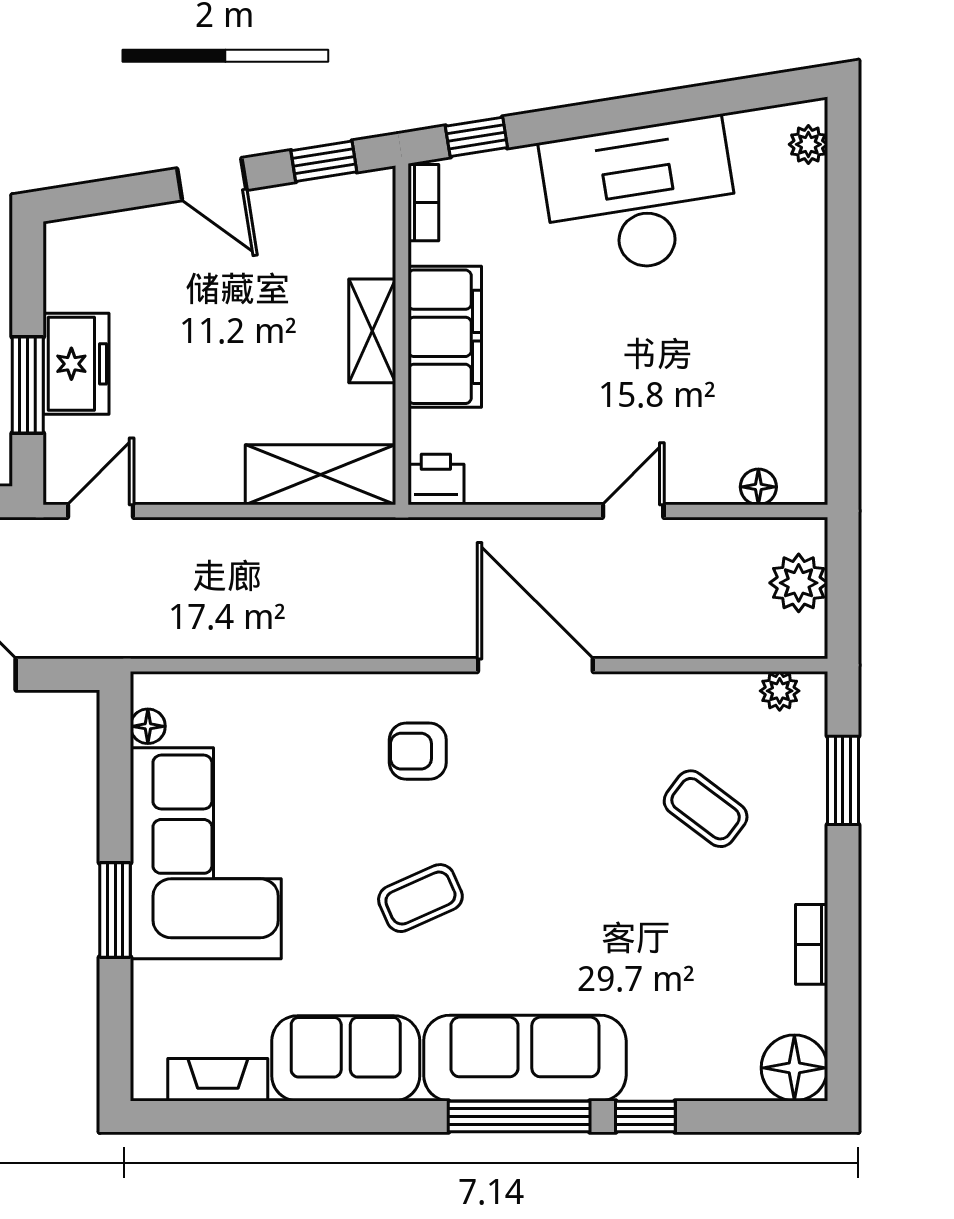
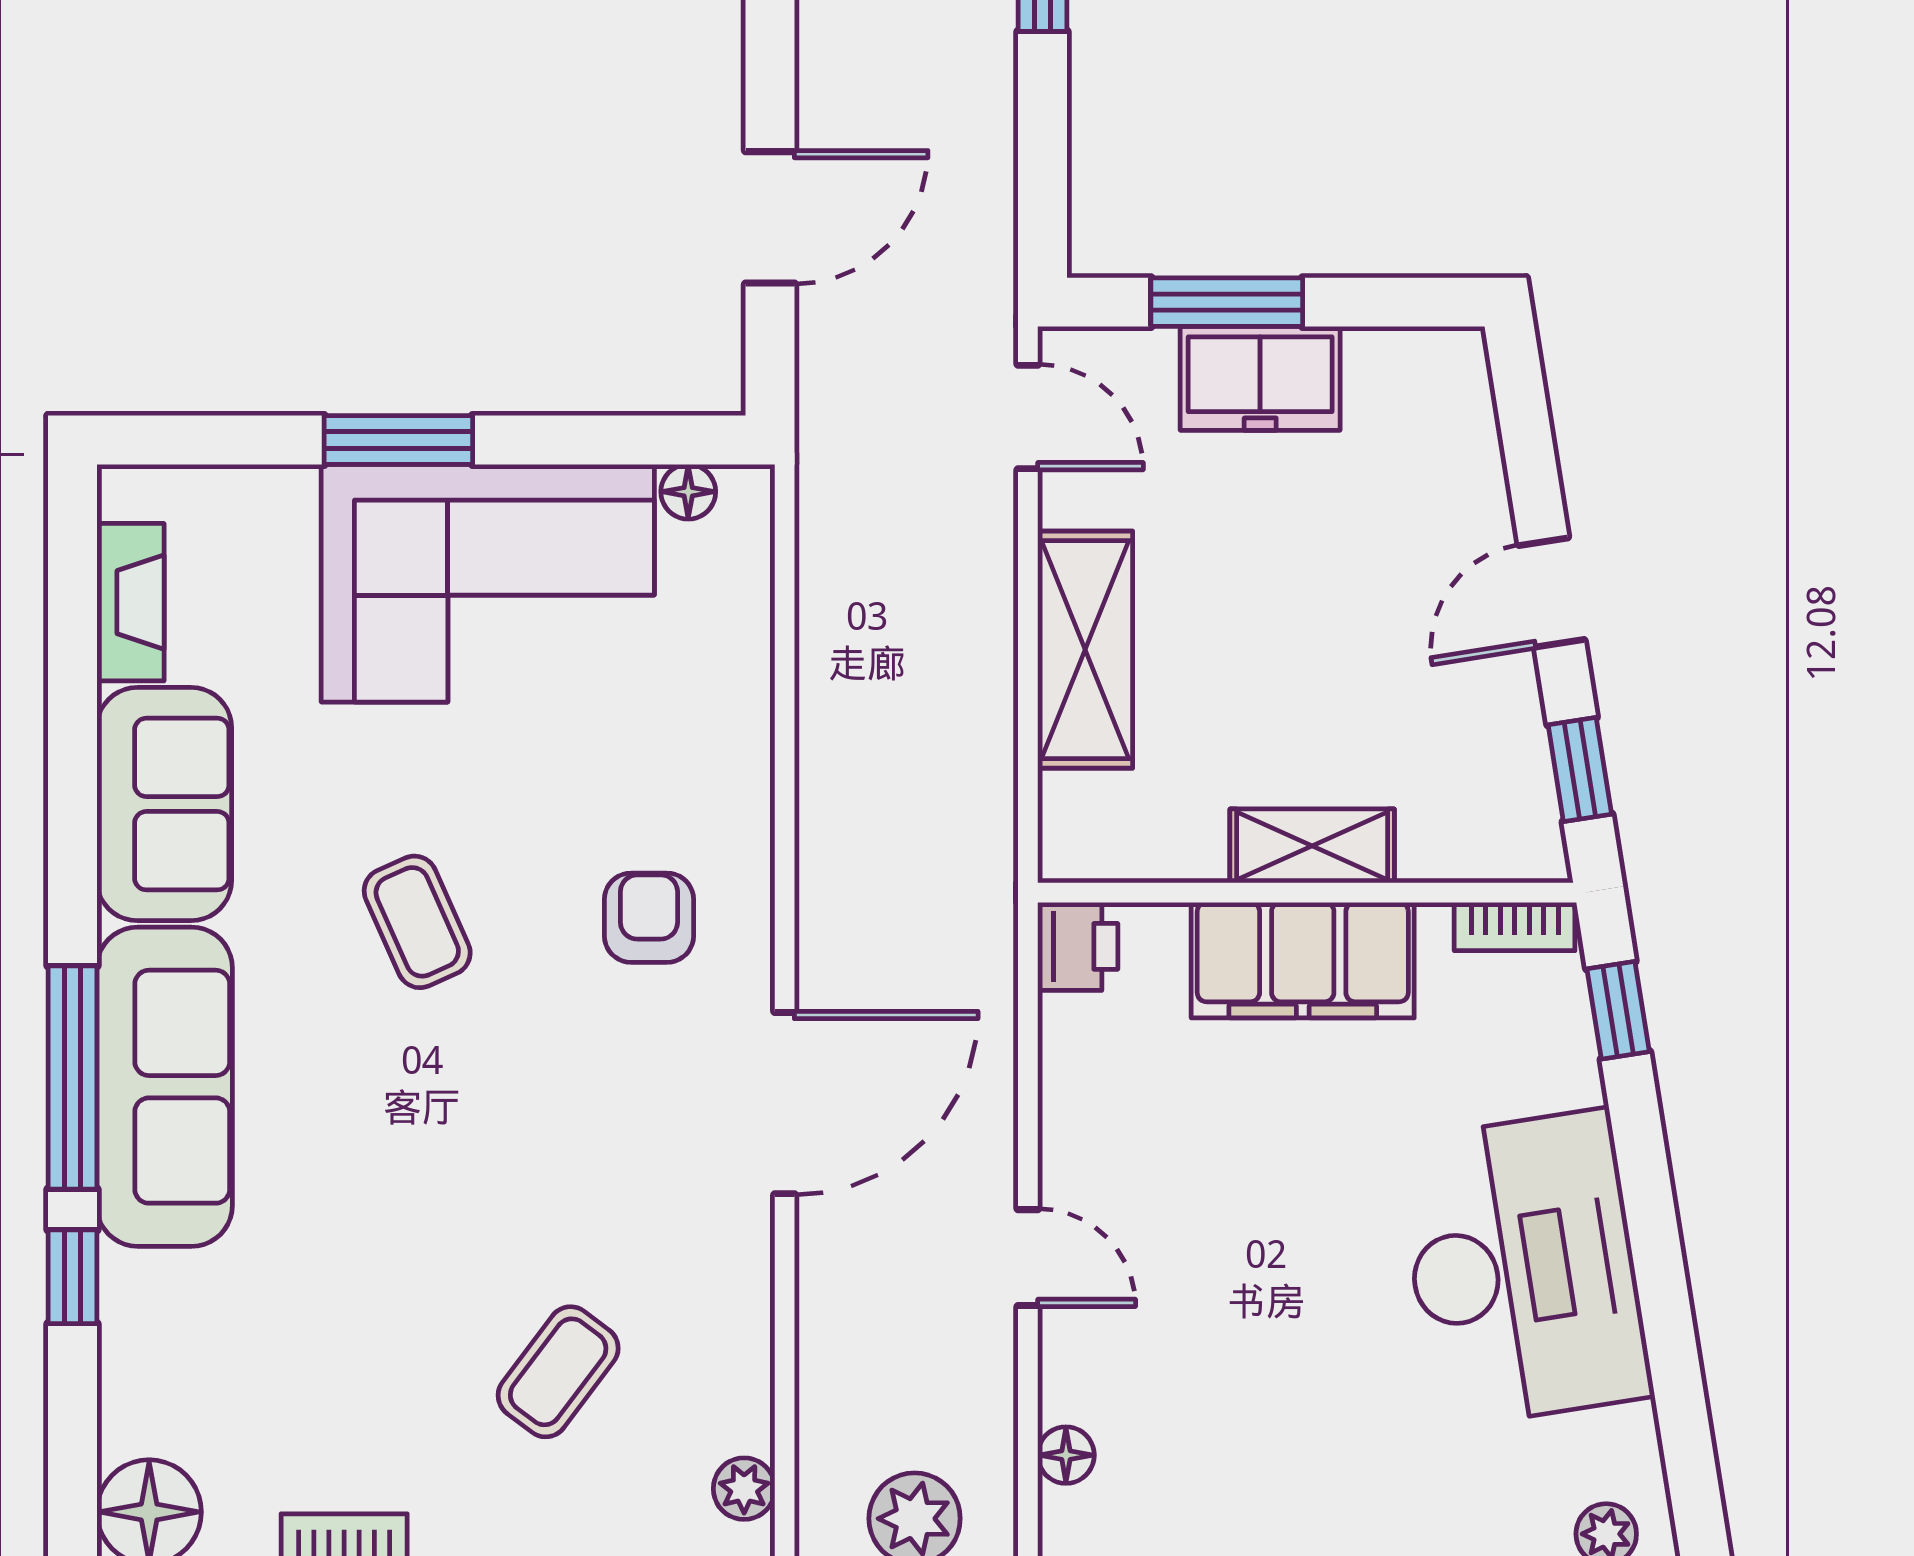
shelving: (321, 475) -> (1085, 650), moved

